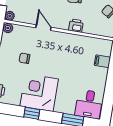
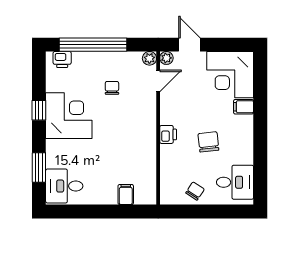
printer: (76, 26) -> (168, 134), moved
door: (43, 28) -> (158, 81), moved

